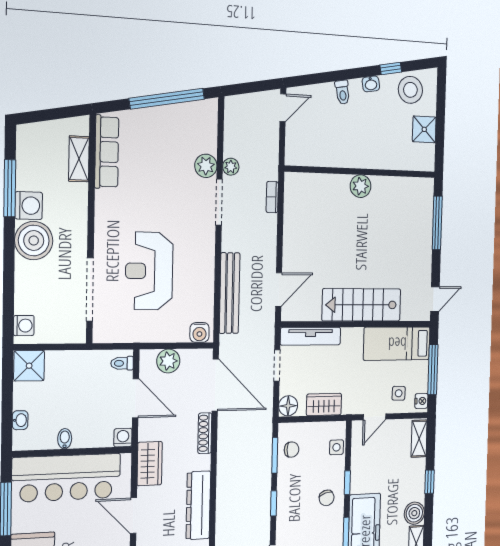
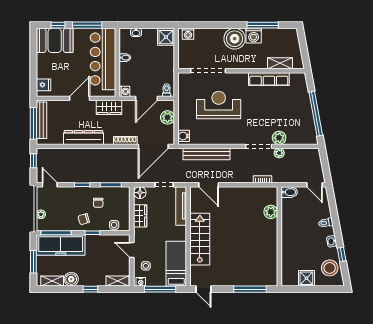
row of seats: (107, 152) -> (269, 79), moved
bidet: (294, 152) -> (289, 192), added
plant: (361, 186) -> (271, 212), moved
chair: (292, 450) -> (98, 203), moved

